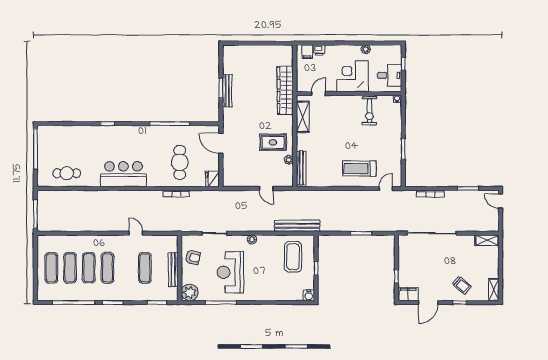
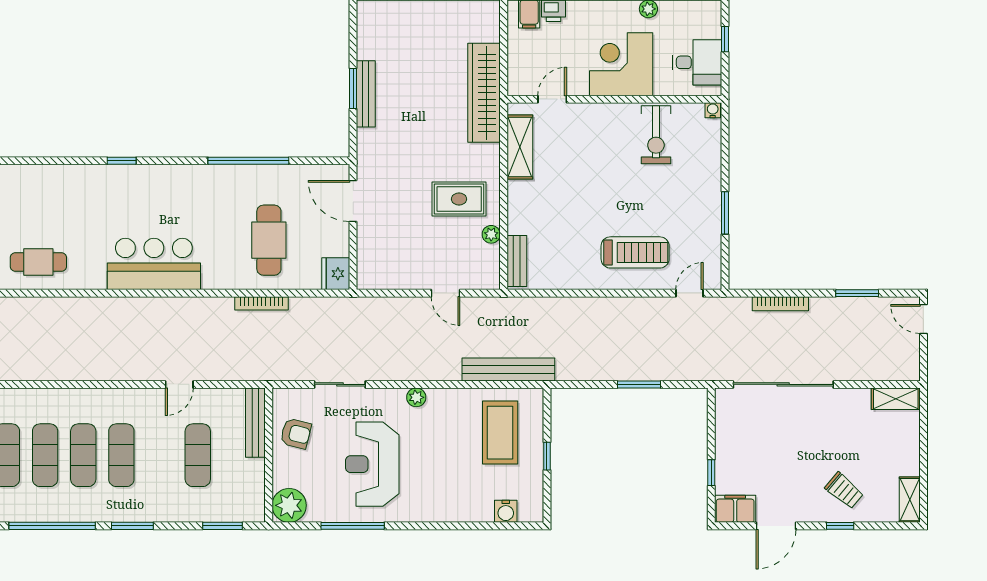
bench: (301, 168) -> (517, 261), width x0.73
treadmill: (359, 169) -> (635, 252), turned 180
door: (136, 233) -> (179, 384), swing flipped
bench: (173, 270) -> (255, 423), moved
water cooler: (309, 295) -> (506, 511), moved

